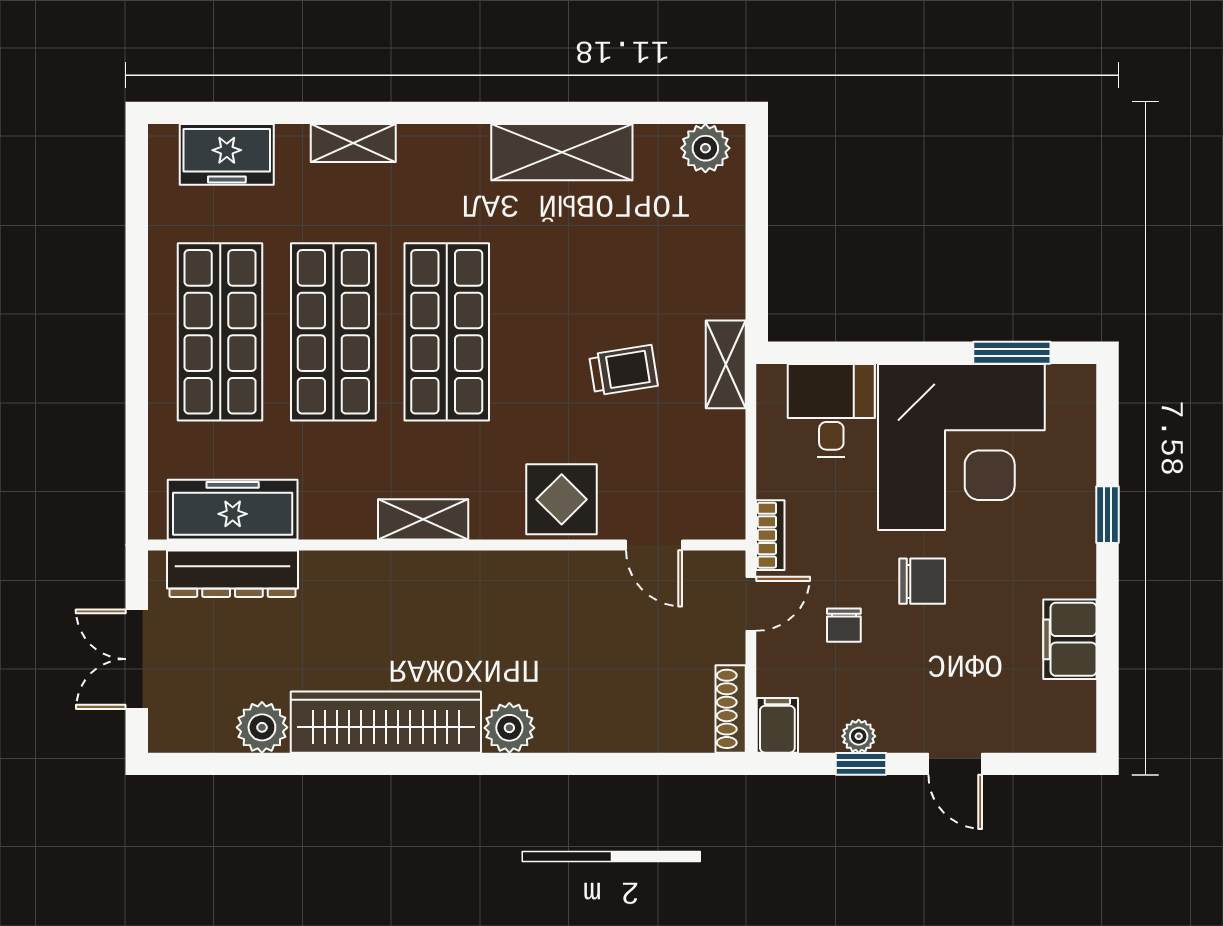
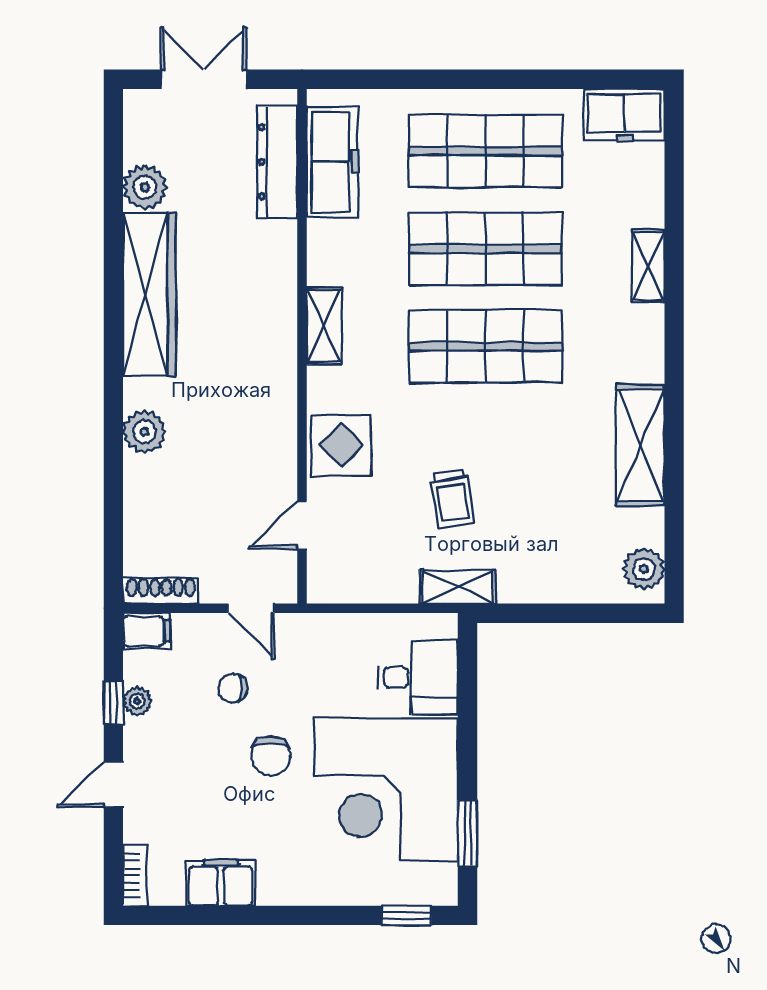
freezer: (227, 154) -> (624, 115), moved, turned -90
window: (1107, 515) -> (407, 915), moved
bookcase: (770, 535) -> (135, 876), moved, turned -90
plant: (509, 728) -> (144, 432), moved

